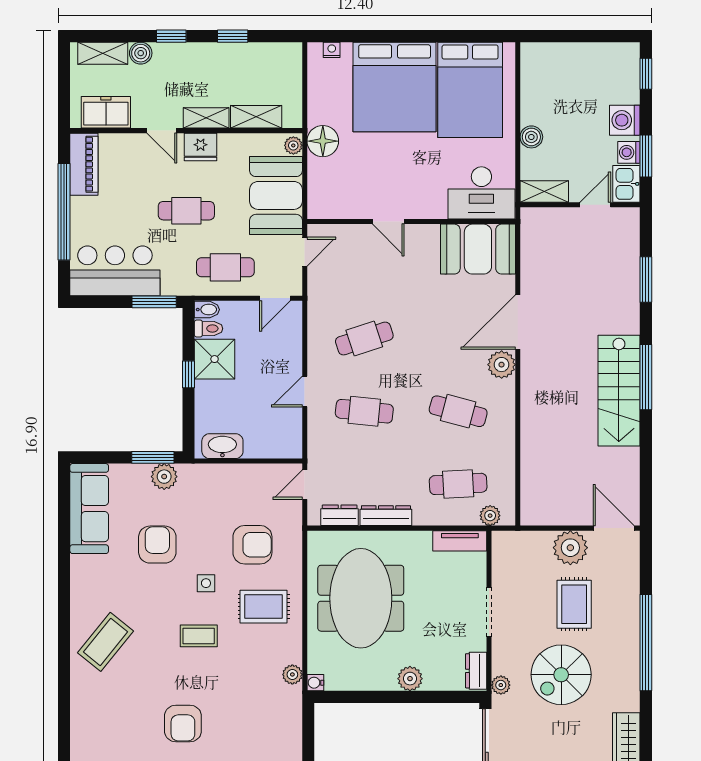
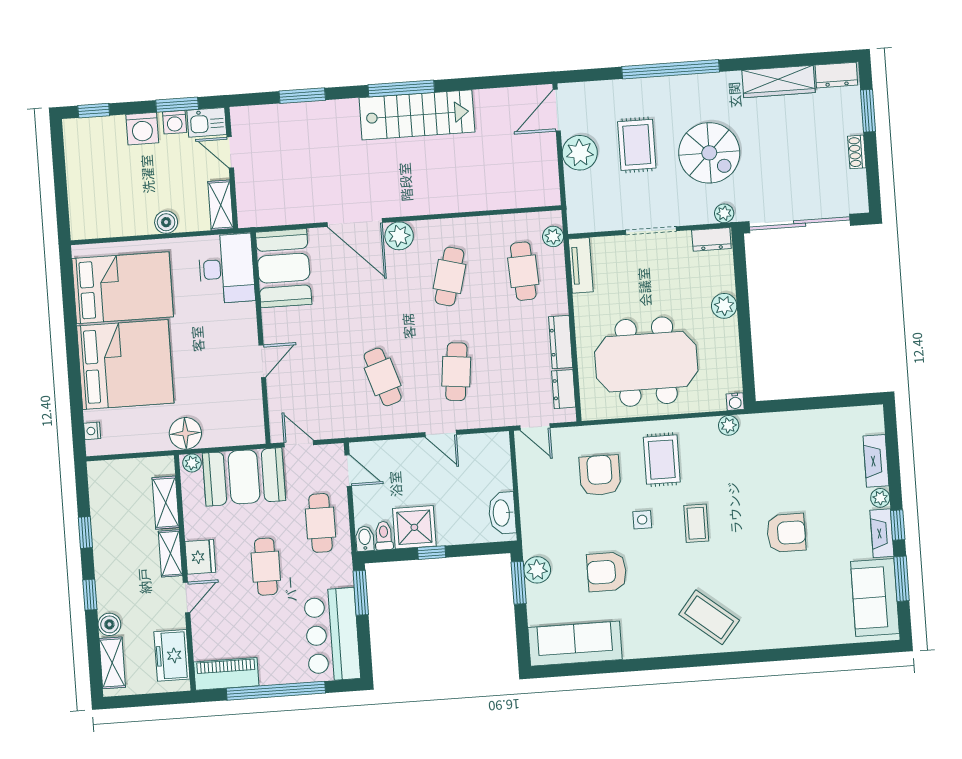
rug: (574, 604) -> (637, 145), turned 90

